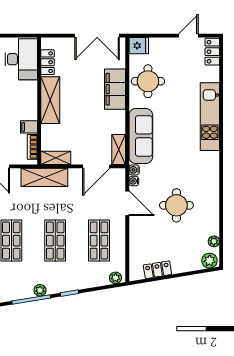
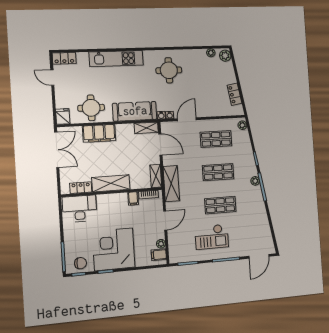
round table: (176, 205) -> (169, 70), moved

